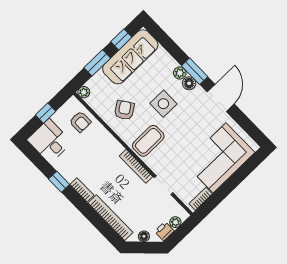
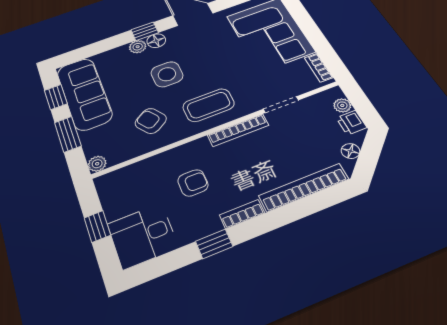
window: (195, 71) -> (145, 31), width x0.67
armchair: (80, 122) -> (193, 183), moved
coffee table: (148, 141) -> (209, 105), turned 90

